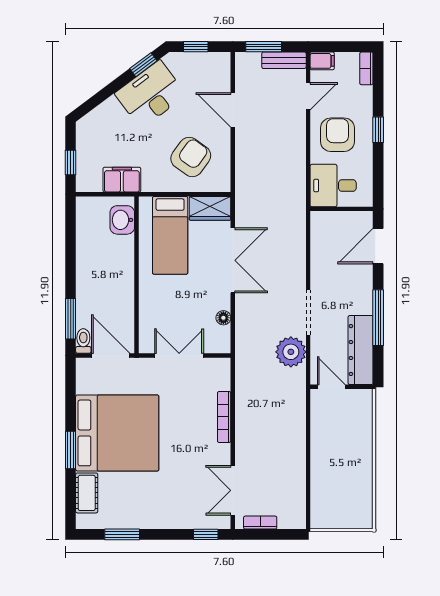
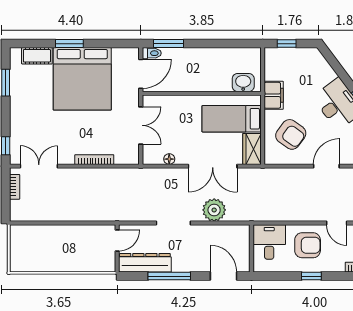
filing cabinet: (122, 180) -> (274, 95), moved
plant: (291, 352) -> (214, 210), moved

